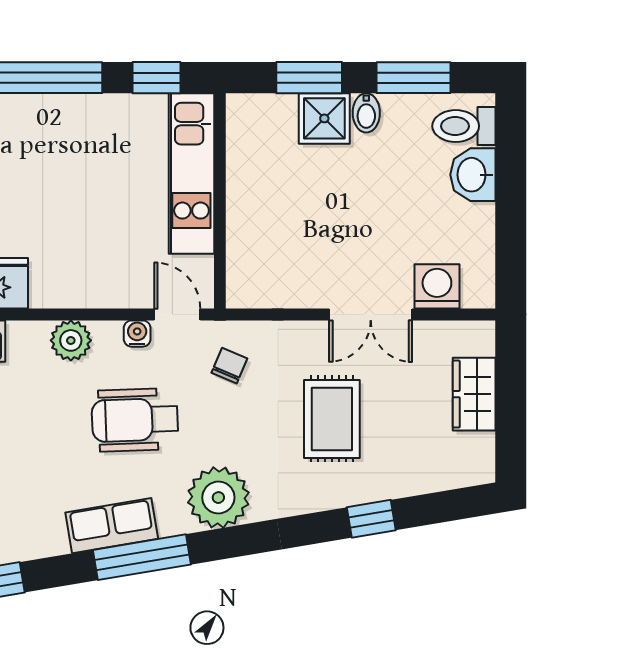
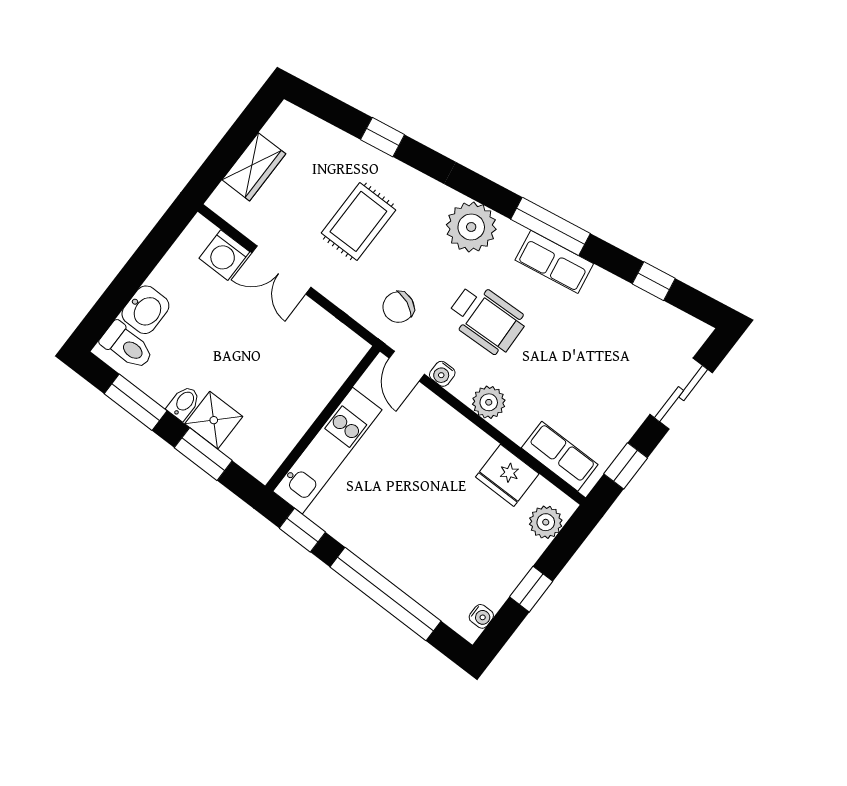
double door: (371, 315) -> (281, 270), swing flipped
chair: (229, 366) -> (398, 307), width x1.37, depth x1.37

